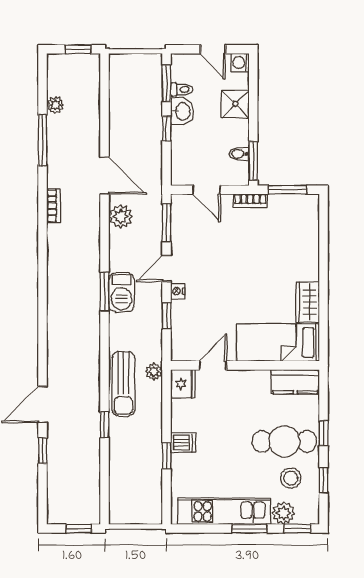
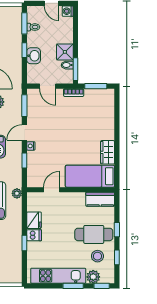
shower: (235, 104) -> (65, 52), moved
washbasin: (182, 111) -> (34, 56), moved
fridge: (183, 384) -> (34, 220), moved

